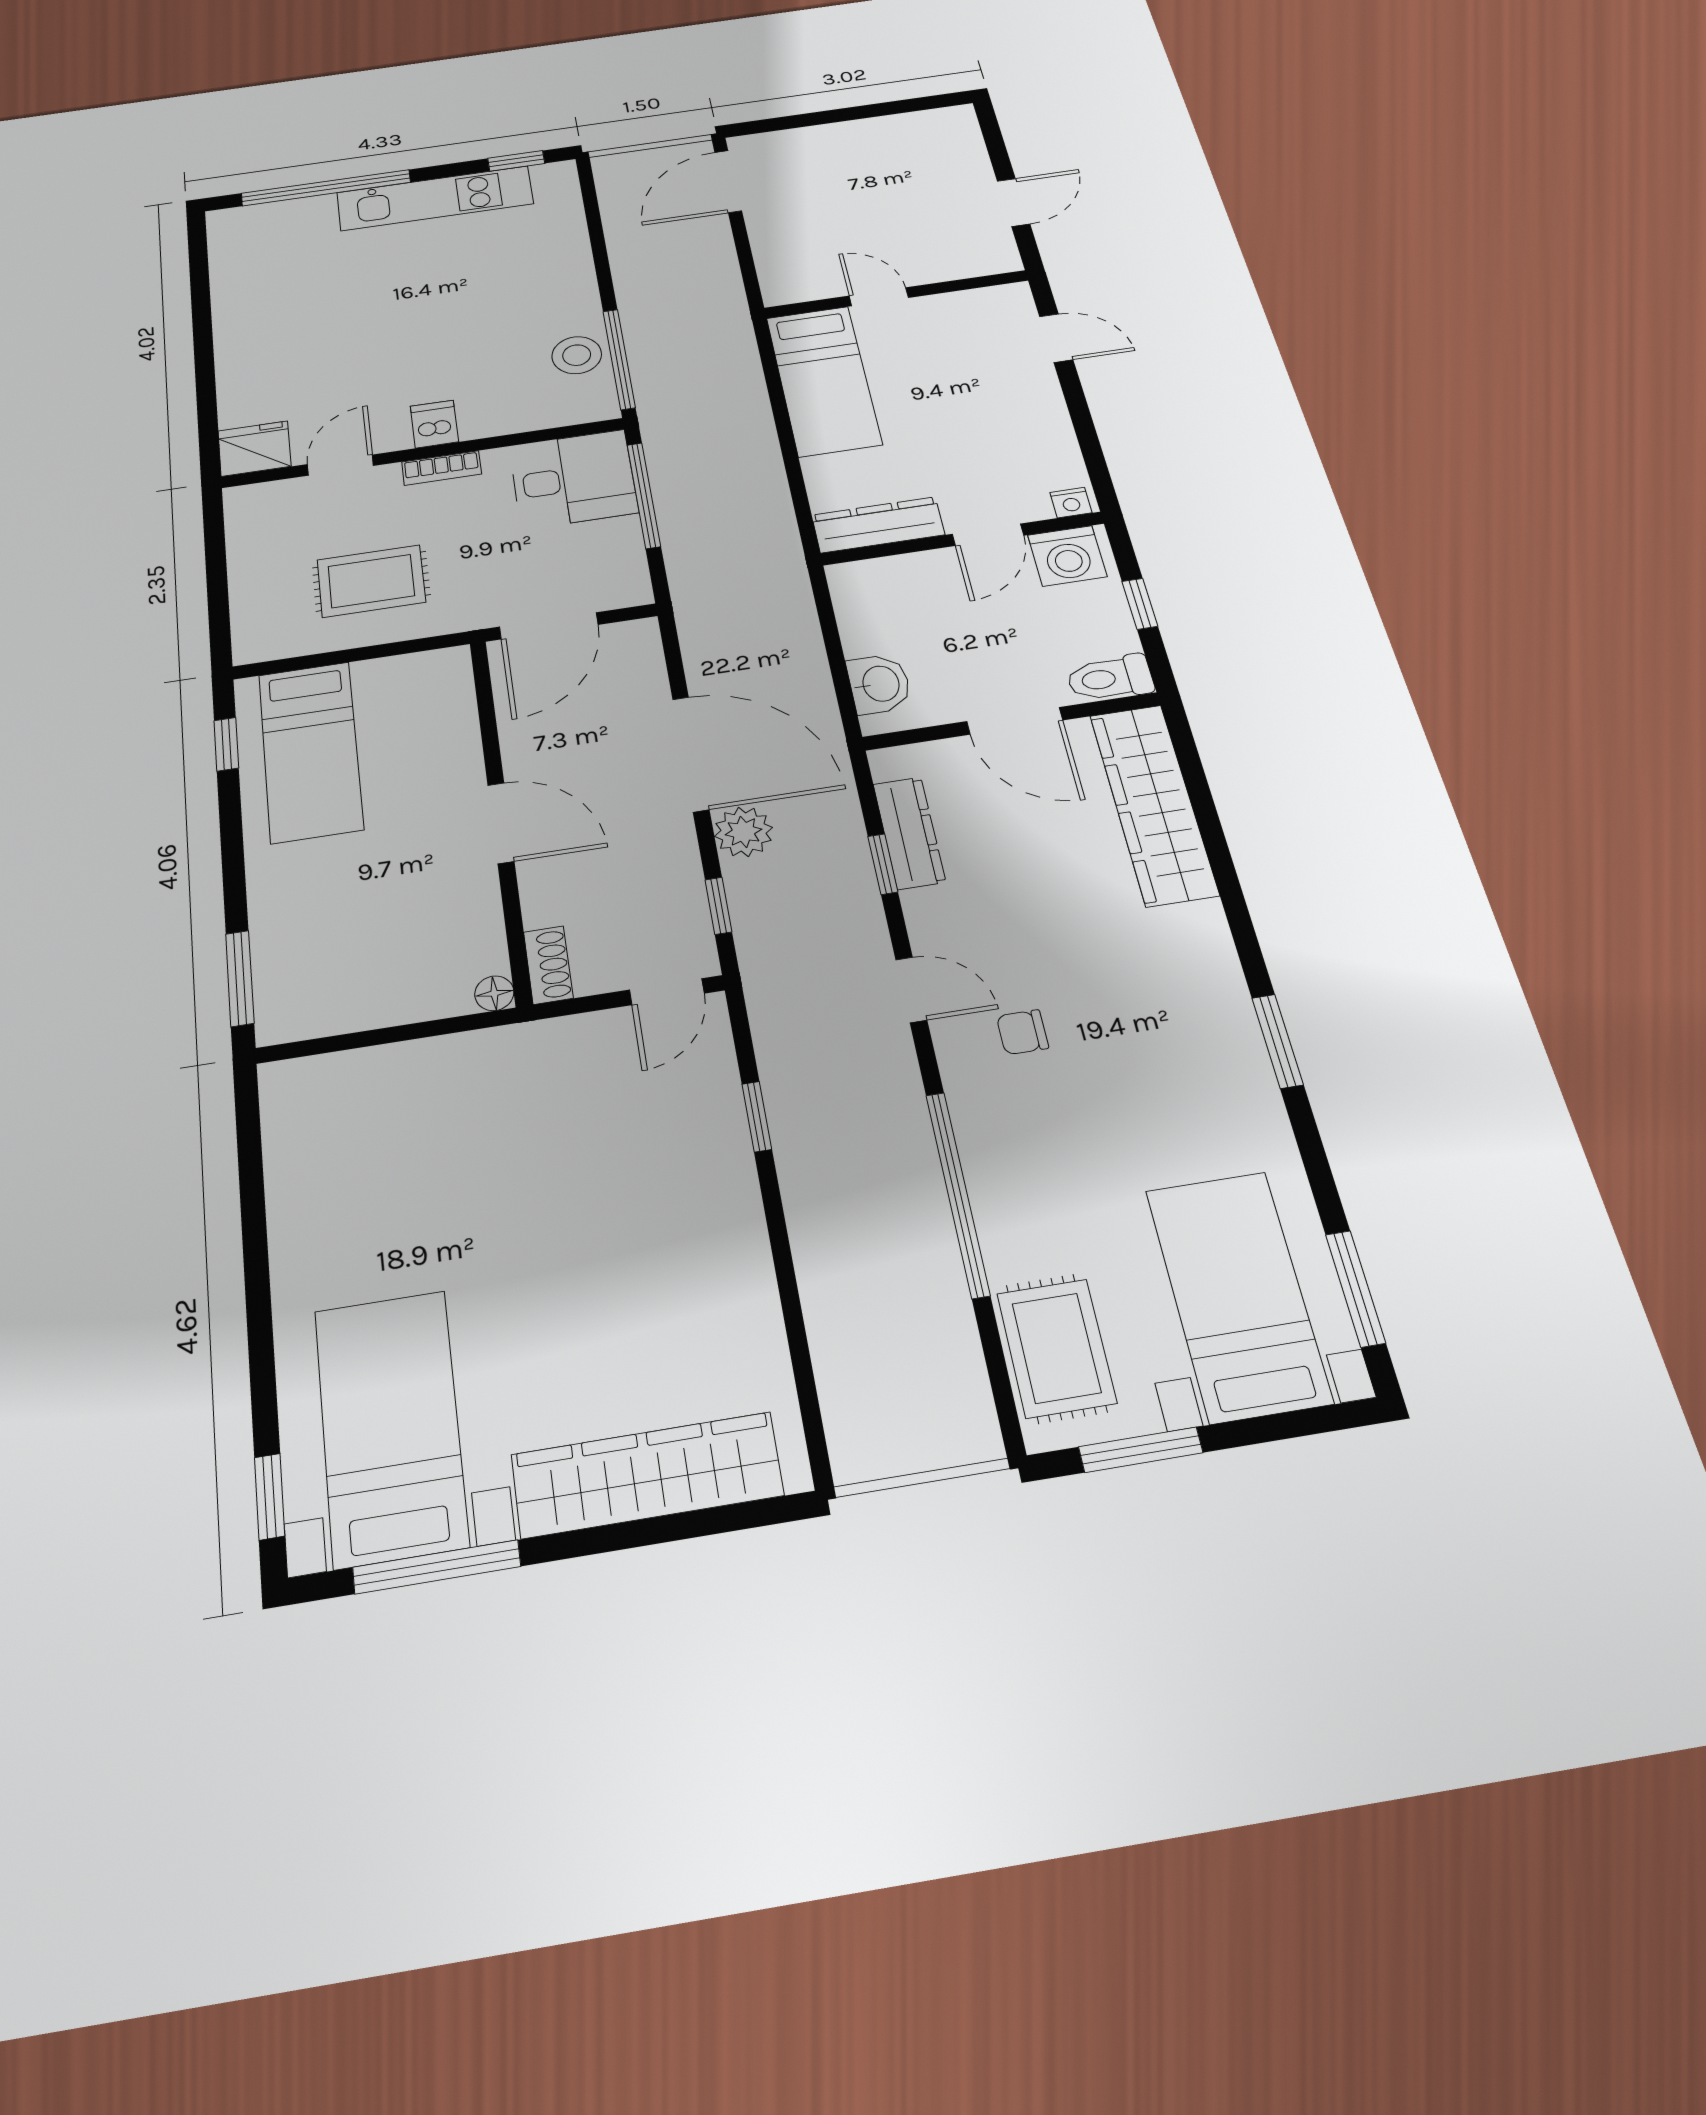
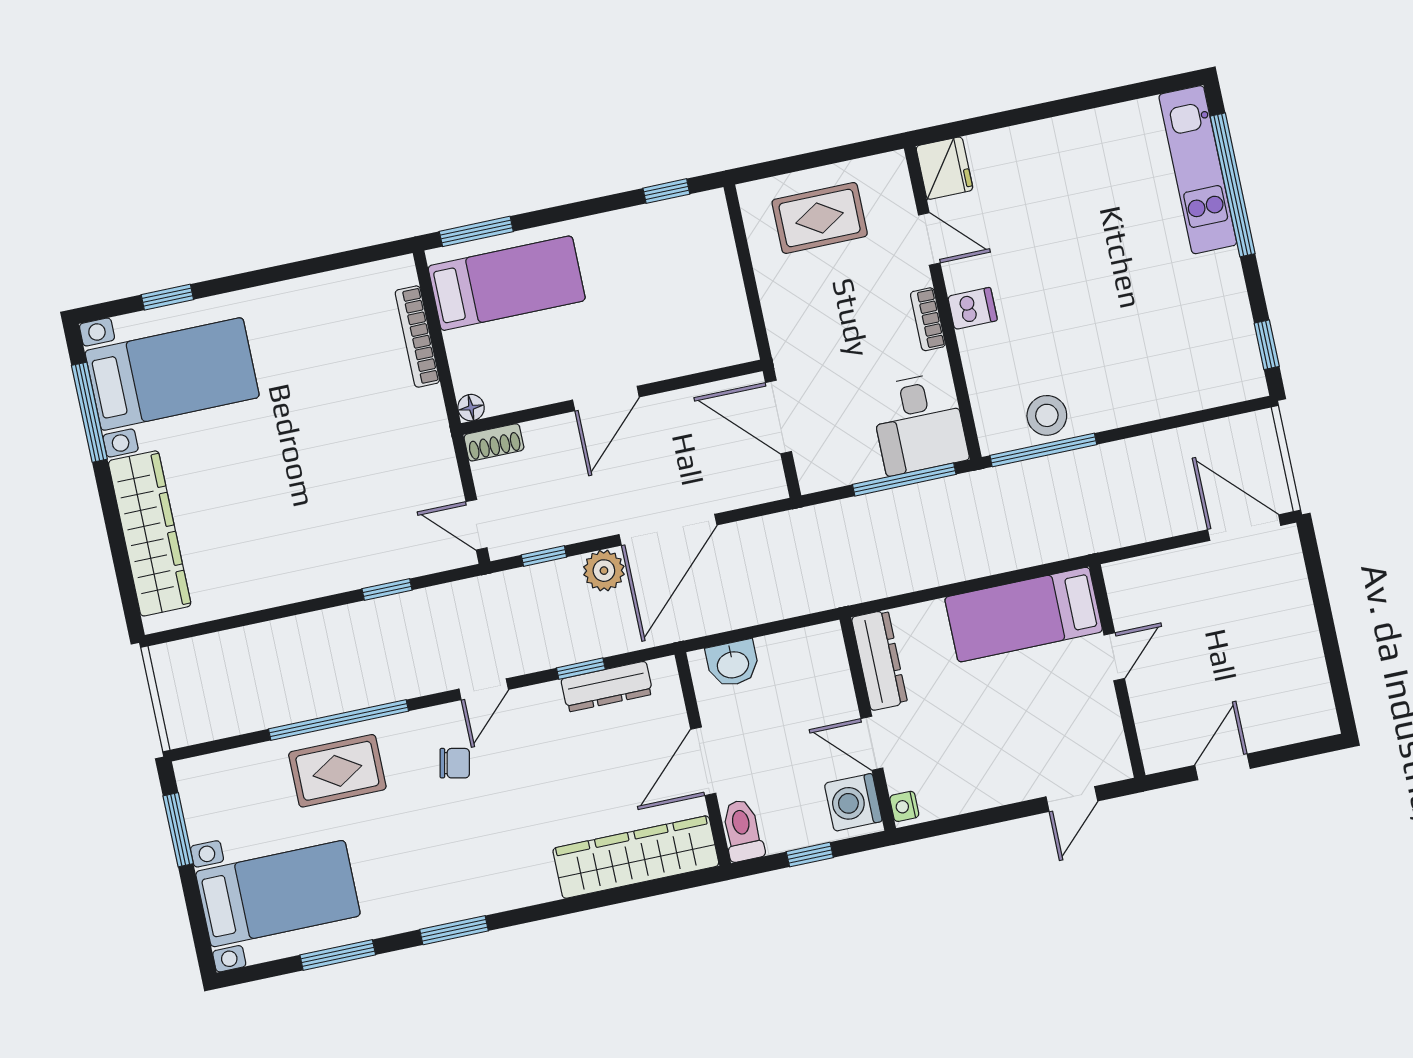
kitchen unit: (435, 198) -> (1198, 170), moved
door: (1013, 202) -> (1222, 767), swing flipped
rug: (371, 581) -> (820, 218), moved, turned 90
bed: (310, 751) -> (507, 283), moved, turned 180
chair: (1022, 1032) -> (455, 763), turned 102
bookcase: (381, 1062) -> (417, 337), added
window: (1355, 1288) -> (338, 955), moved
rug: (1056, 1348) -> (337, 771), moved
window: (270, 1497) -> (167, 297), moved

